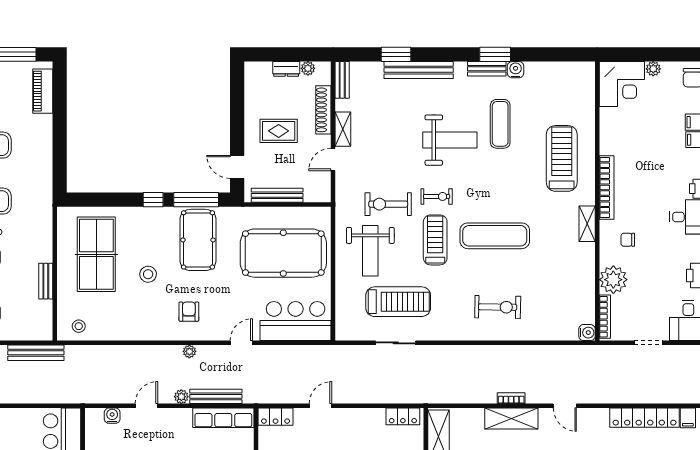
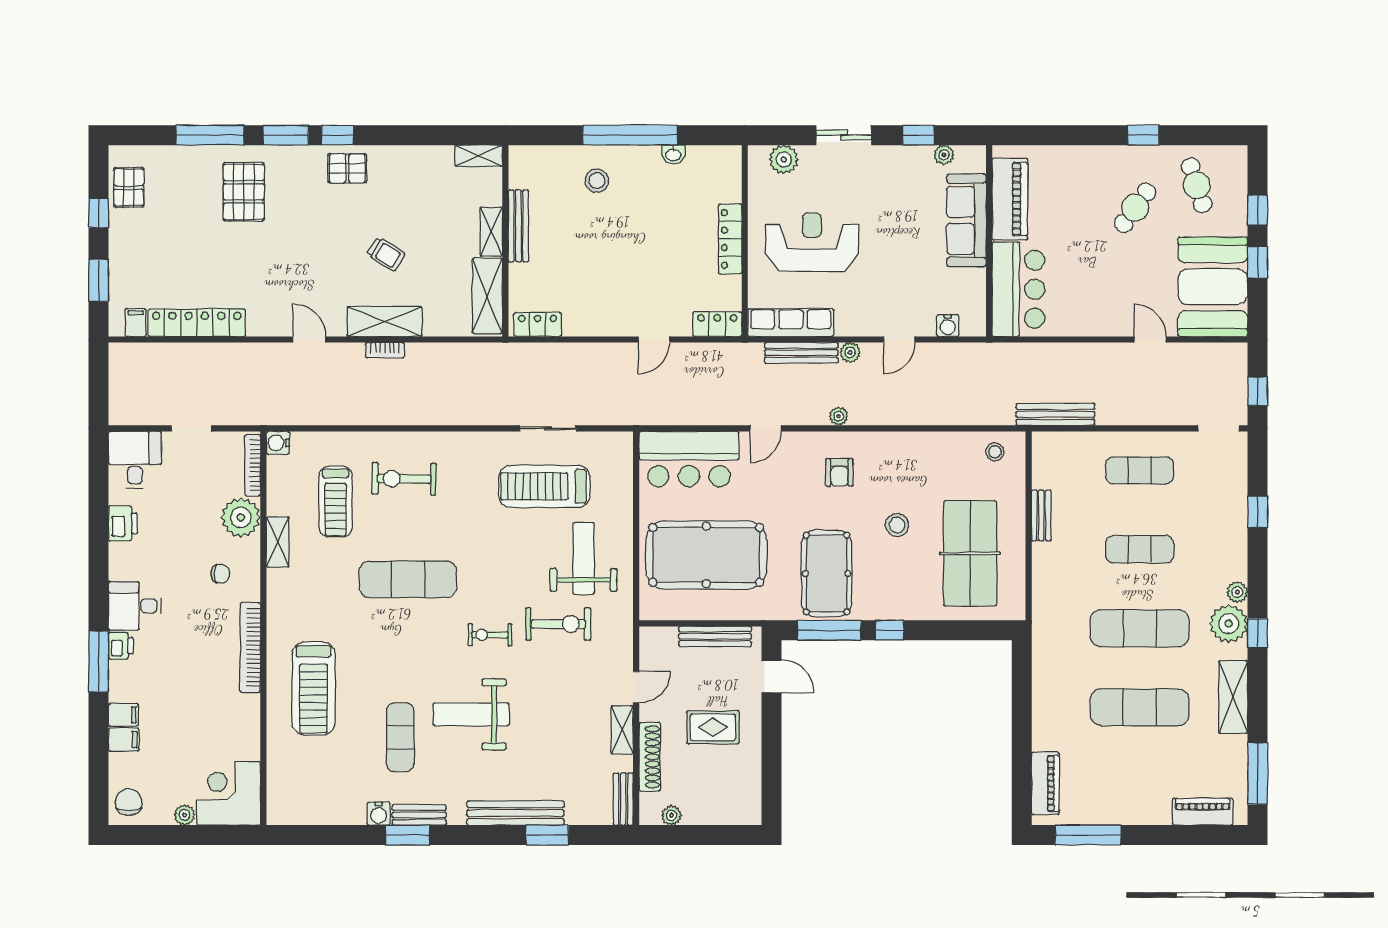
dresser: (286, 69) -> (702, 815), removed
shelving: (587, 224) -> (278, 542), moved
treadmill: (435, 240) -> (336, 502), moved

